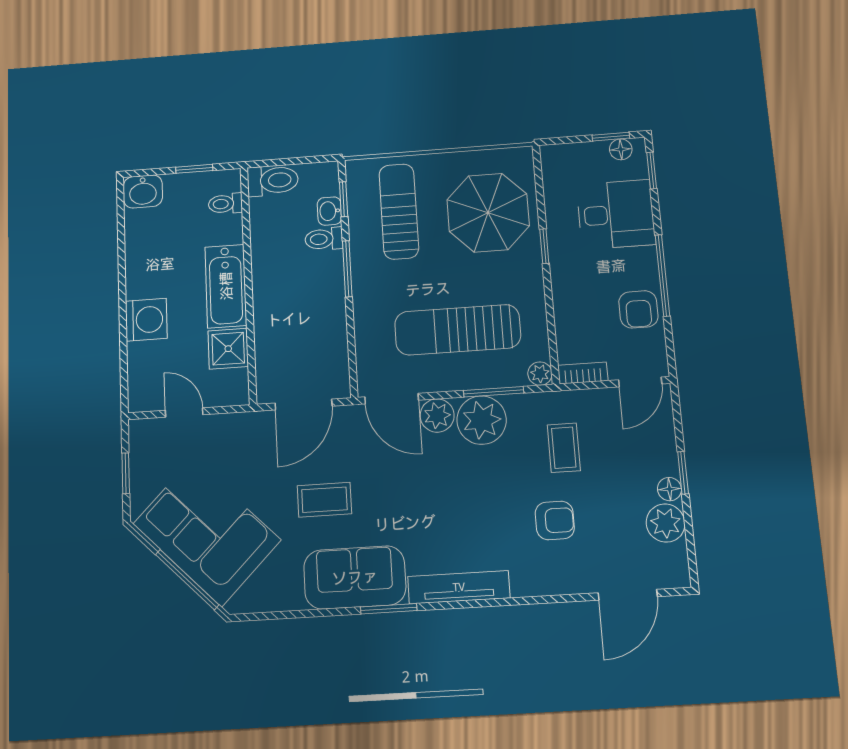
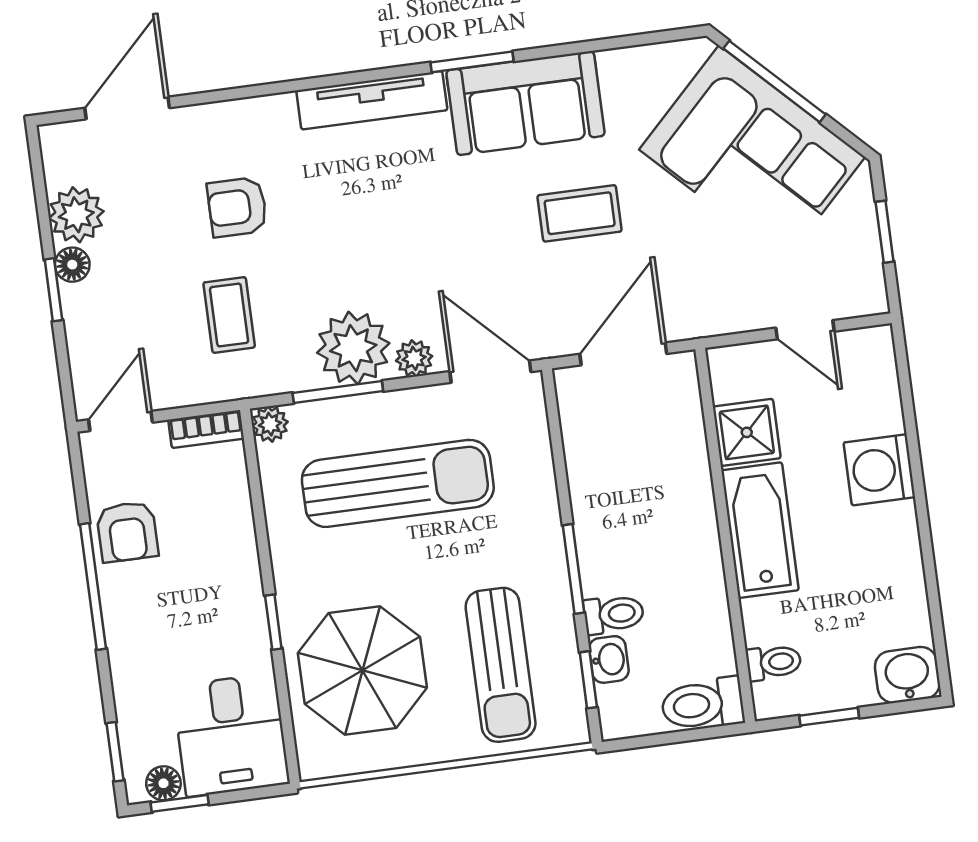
desk: (616, 214) -> (231, 735), moved, turned -90
armchair: (638, 309) -> (127, 532), turned 180
plant: (437, 416) -> (414, 358), width x0.73, depth x0.73

